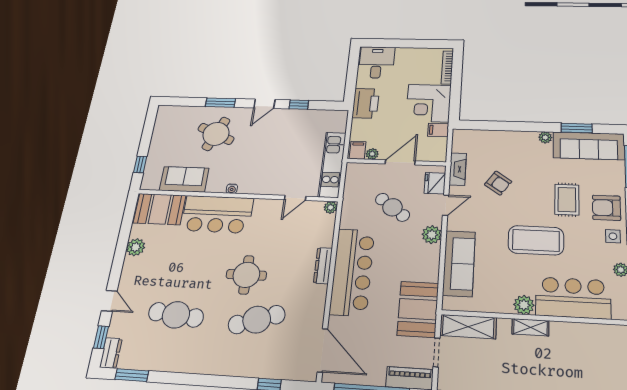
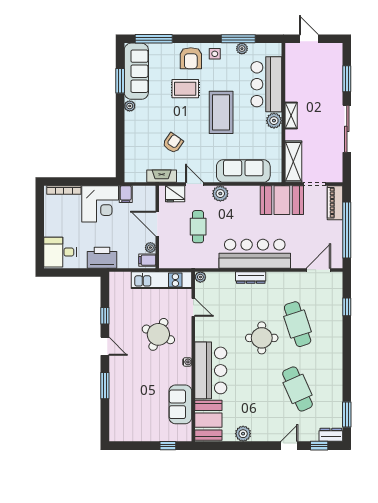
round table: (216, 134) -> (158, 334), moved
cafe table: (392, 207) -> (198, 227), turned -37
cafe table: (176, 315) -> (298, 389), turned -30
door: (322, 350) -> (318, 270), width x0.73

